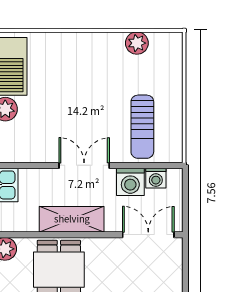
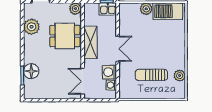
sun lounger: (142, 127) -> (151, 75), moved
double door: (148, 235) -> (83, 81), swing flipped

